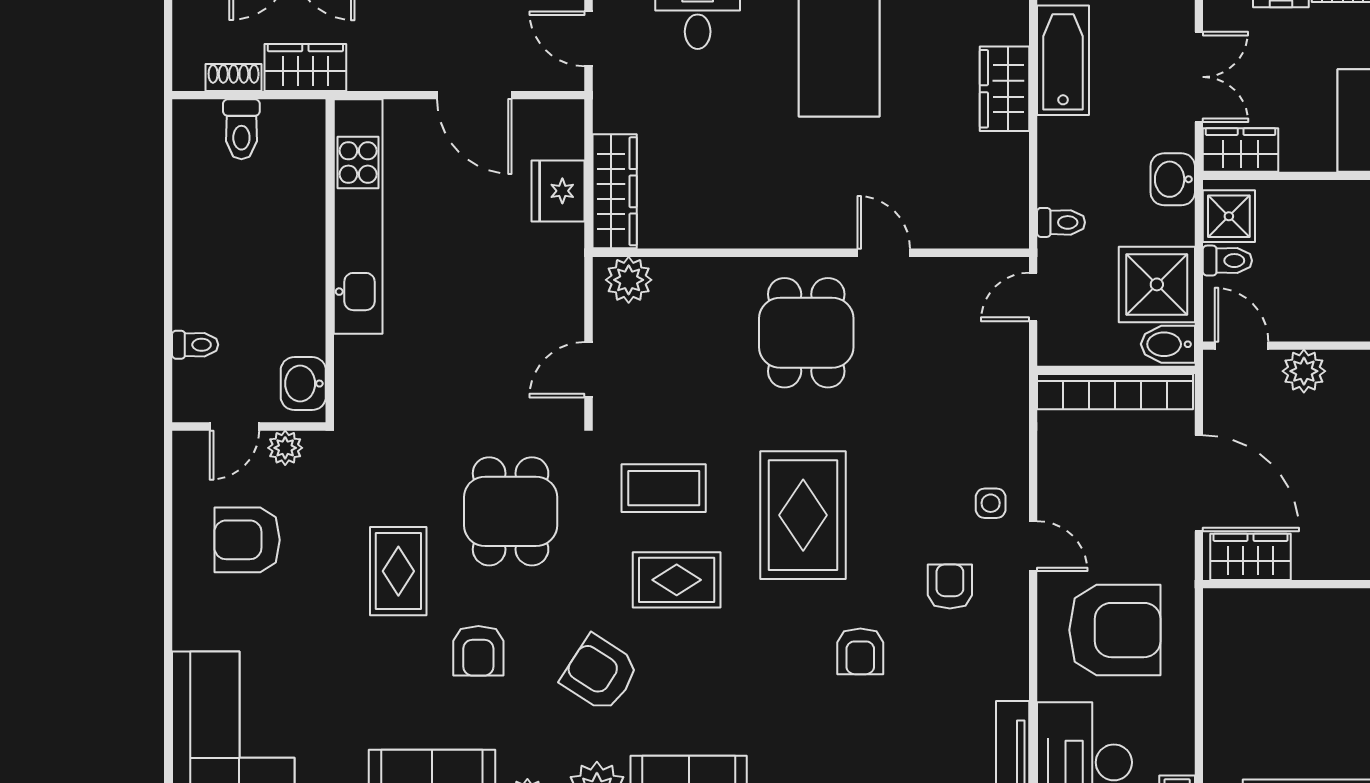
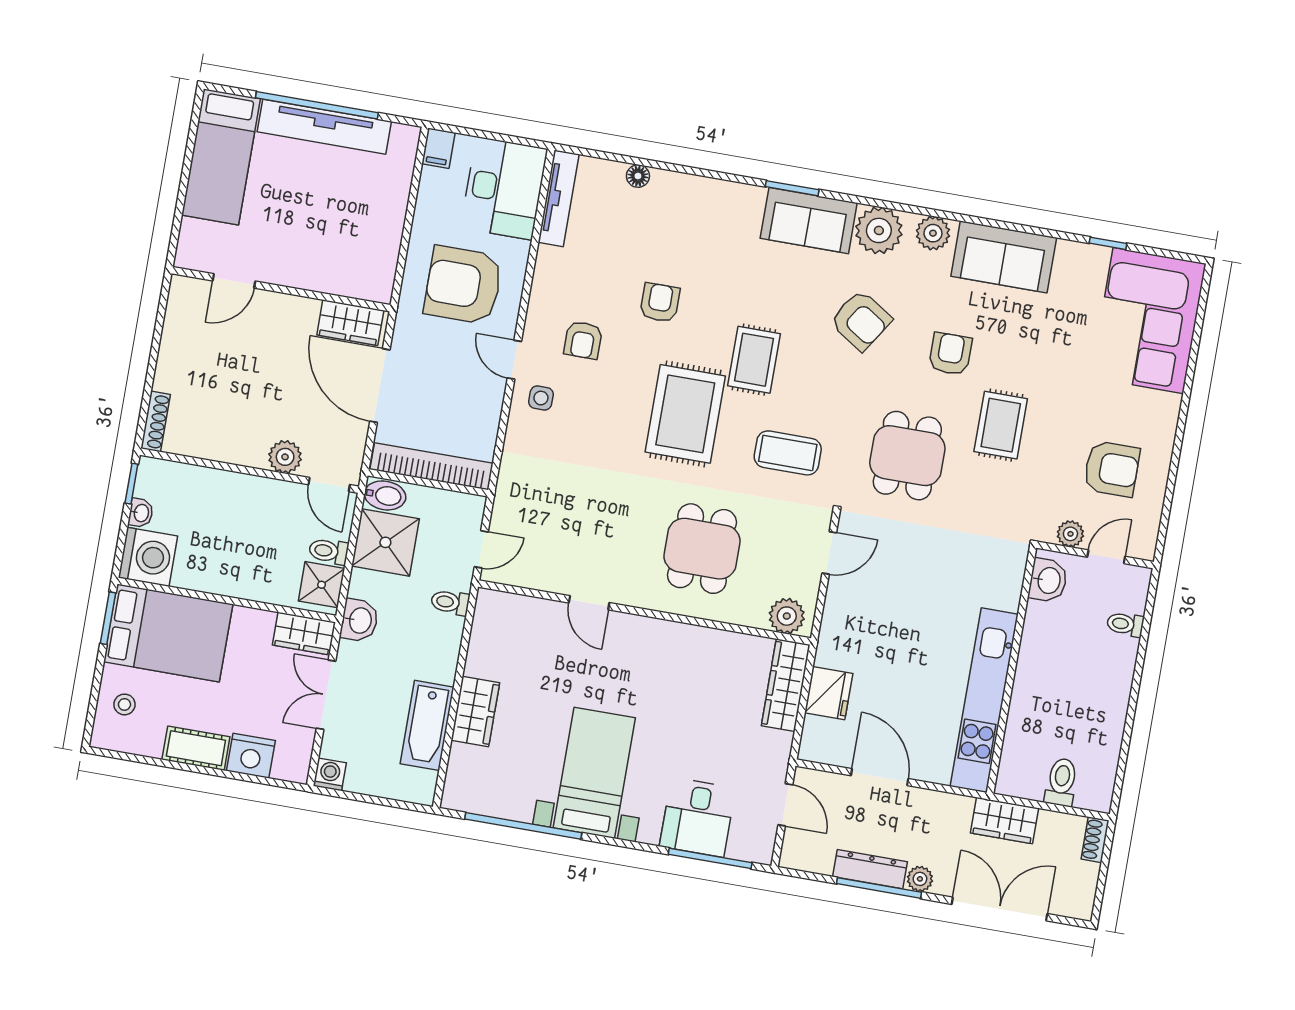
shoe rack: (234, 78) -> (1095, 840), moved, turned 90
dining table: (806, 333) -> (702, 549), moved
rug: (677, 580) -> (754, 360), moved, turned 90

